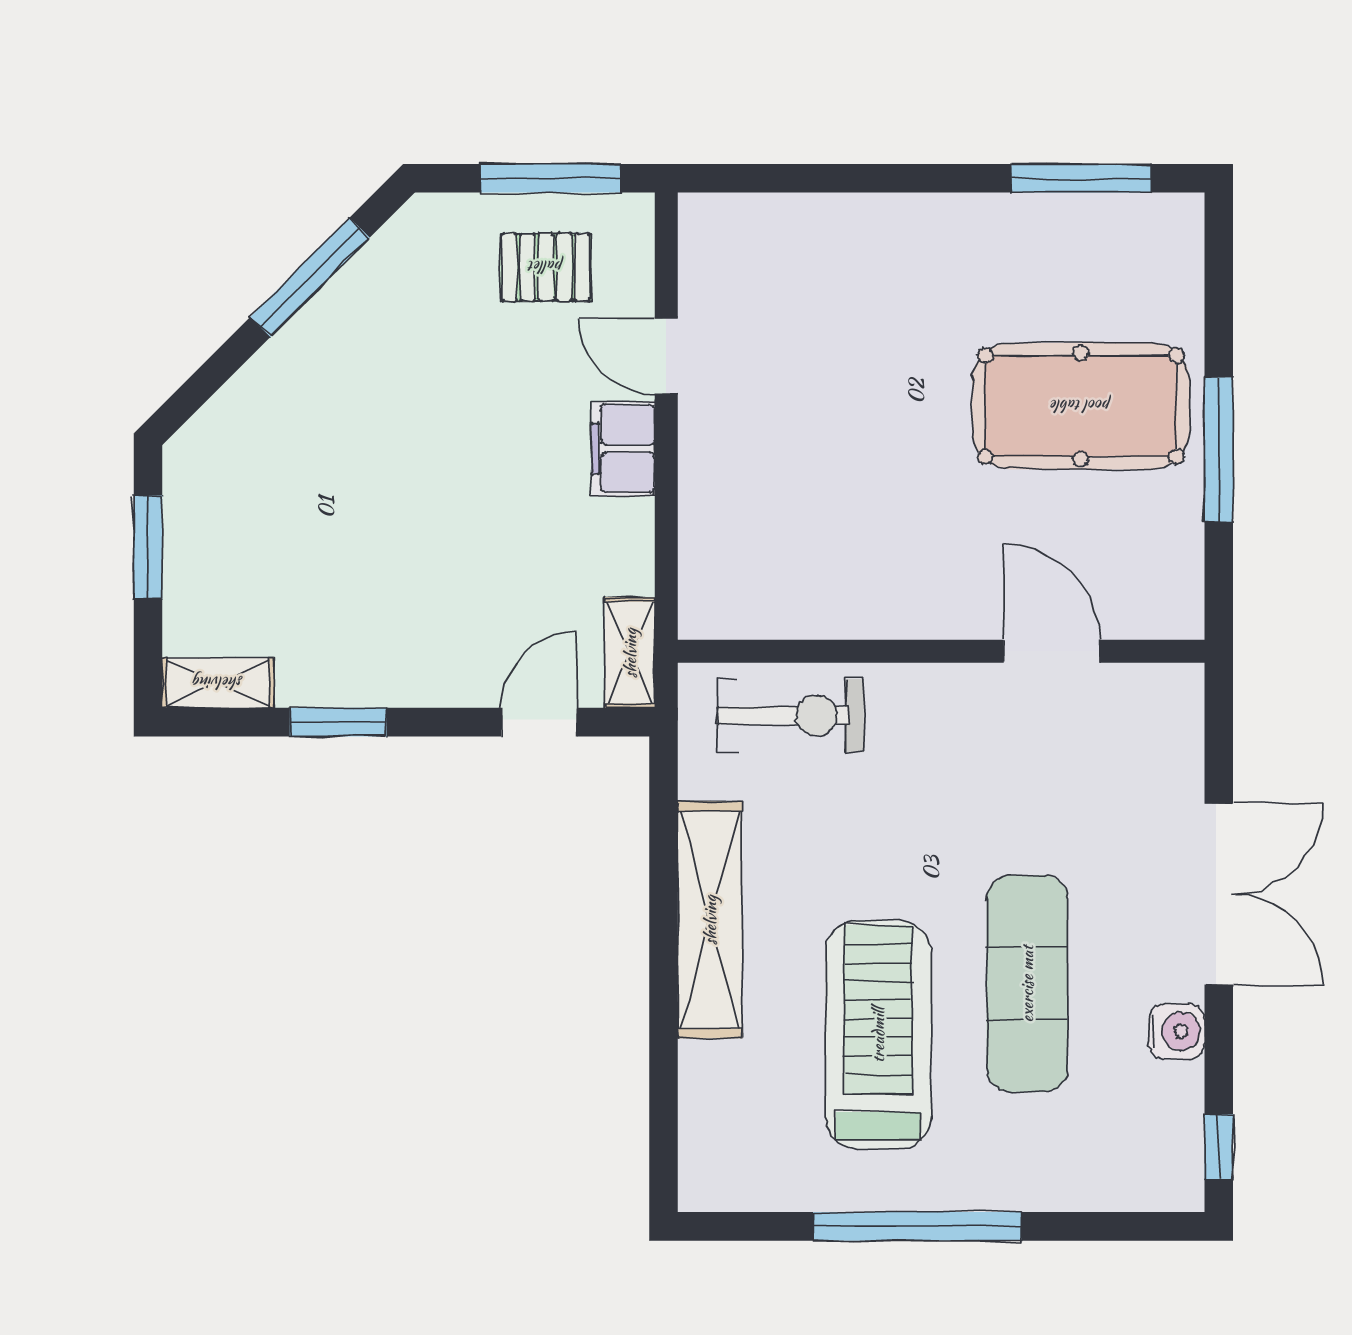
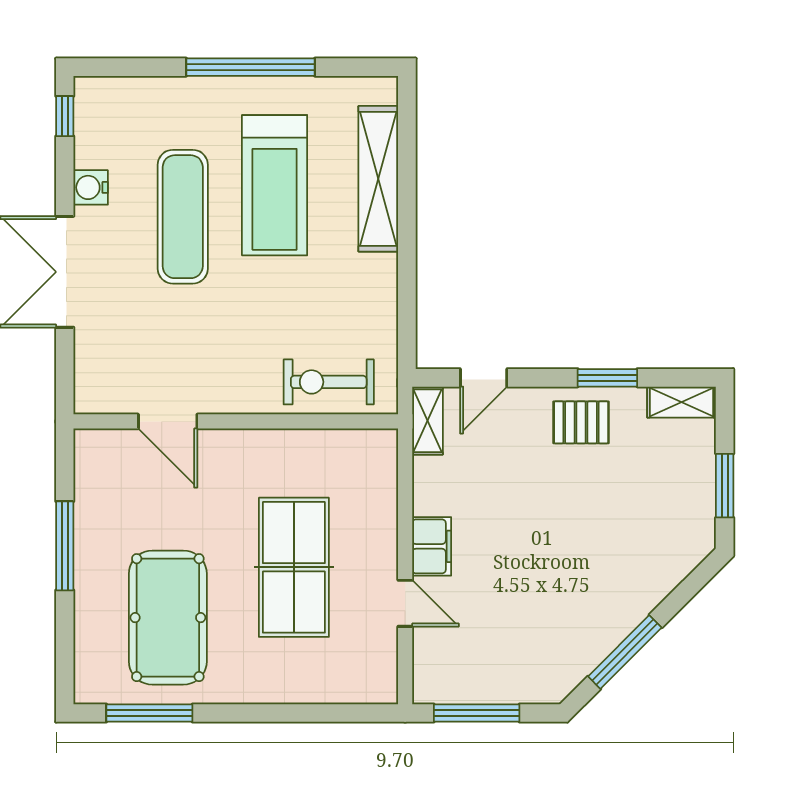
pallet: (546, 267) -> (581, 422), moved
pool table: (1081, 406) -> (168, 618), moved, turned 90
table tennis table: (847, 415) -> (294, 567), added
shelving: (710, 920) -> (378, 179), moved

